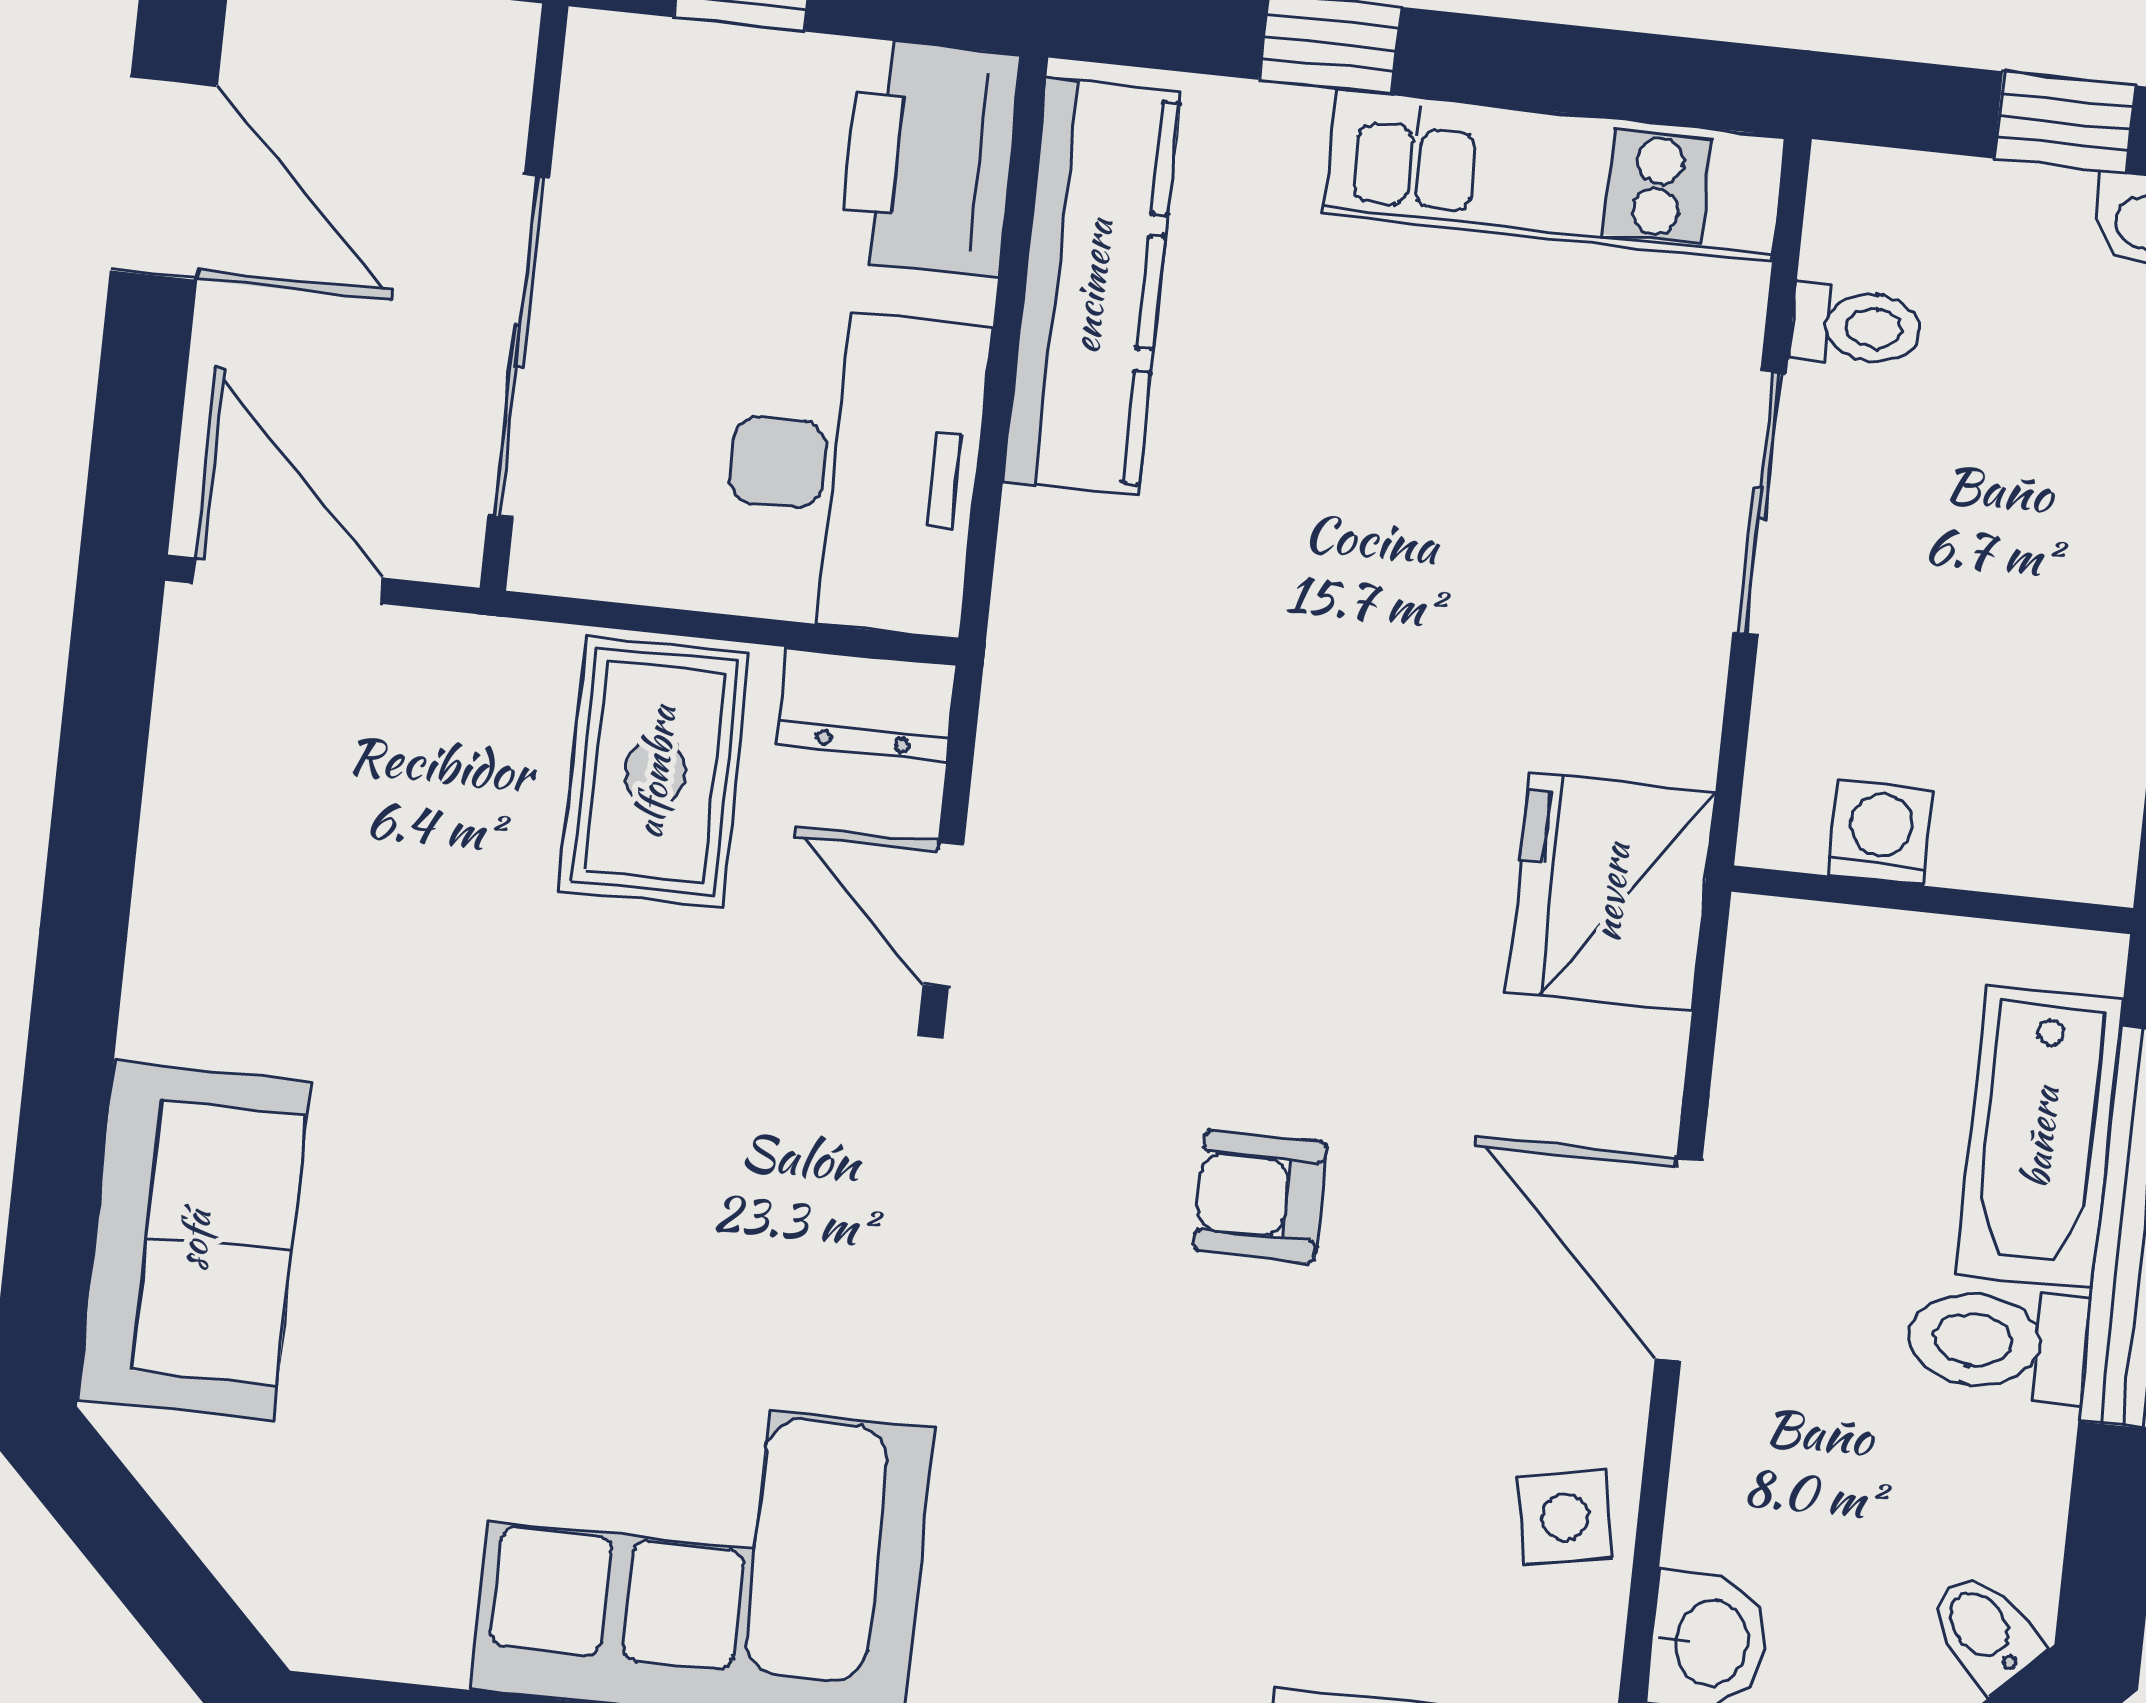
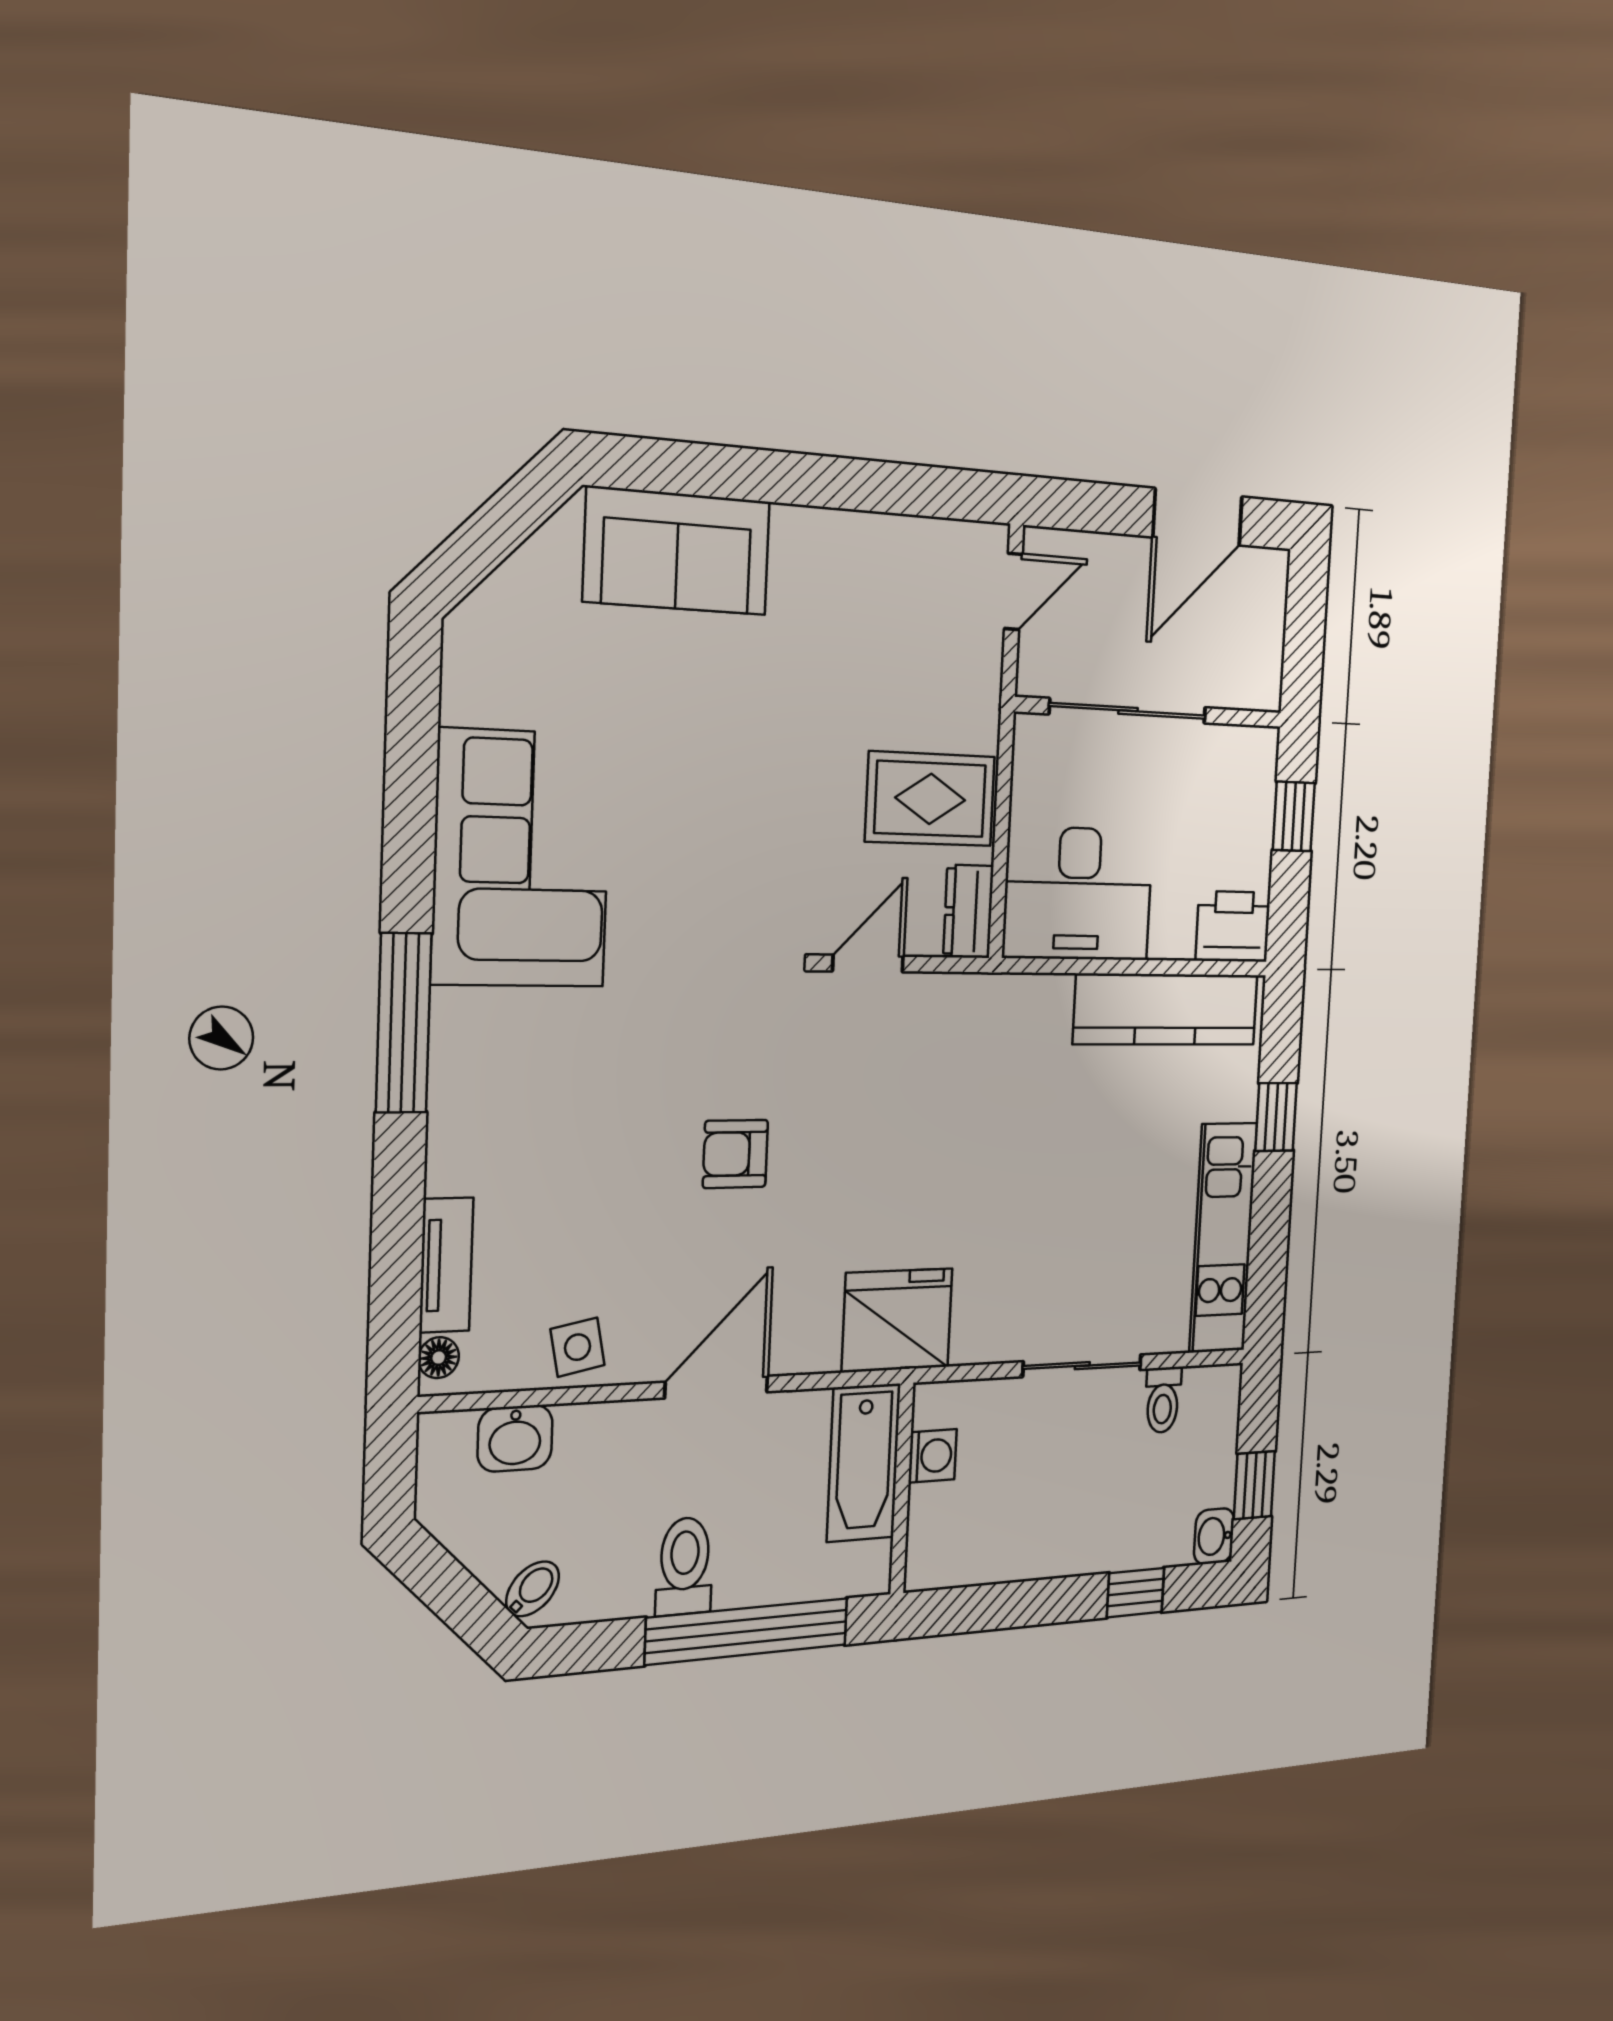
printer: (930, 158) -> (1233, 927), width x0.73, depth x0.84
door: (288, 581) -> (1013, 591), width x0.73
bathtub: (2040, 1137) -> (864, 1463), moved, turned -90
armchair: (1260, 1196) -> (735, 1154), turned -90

